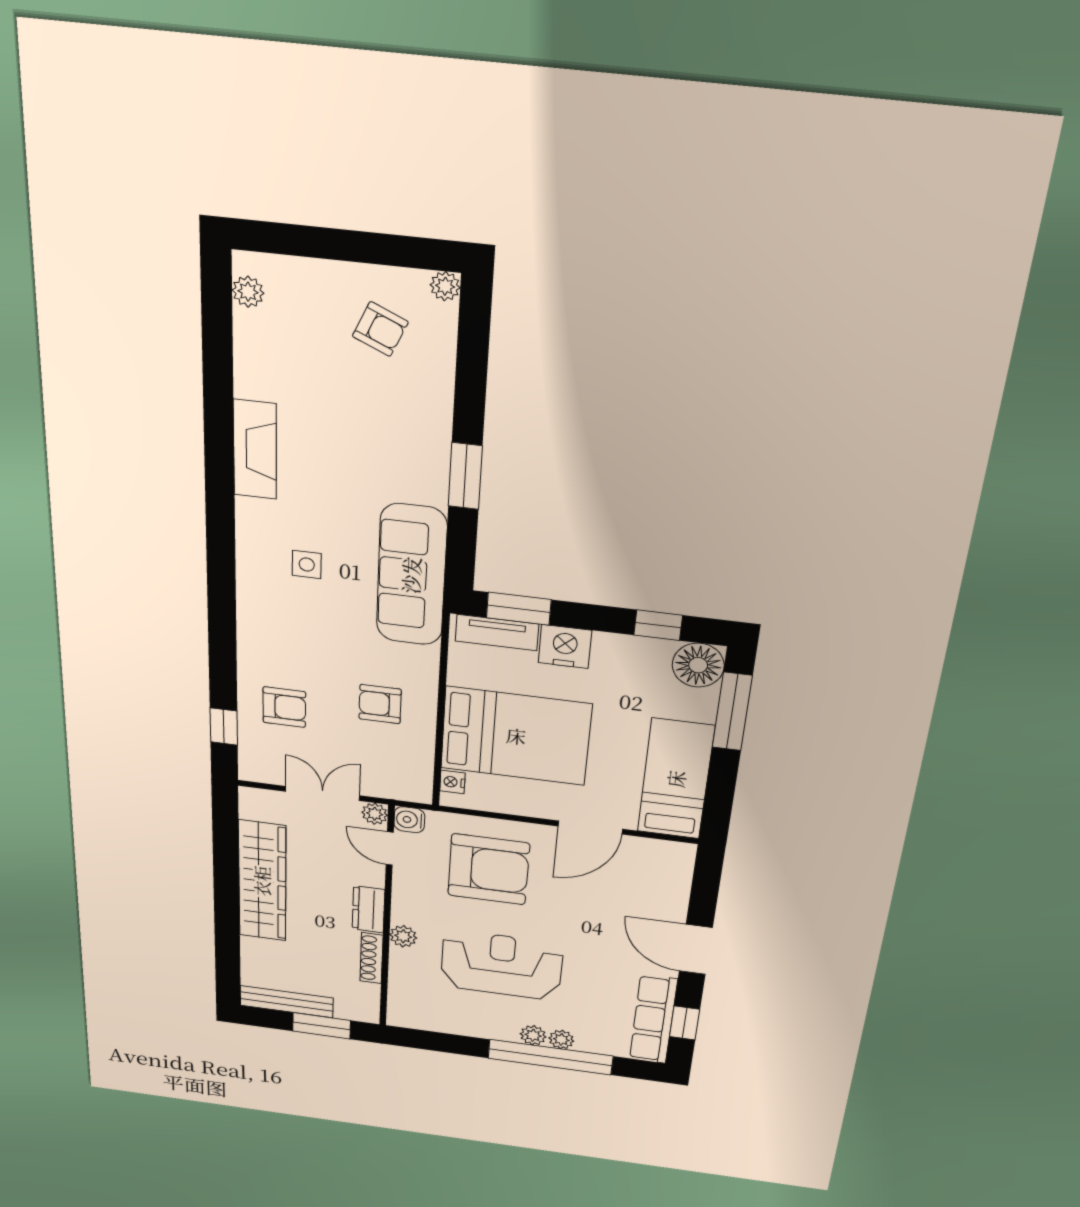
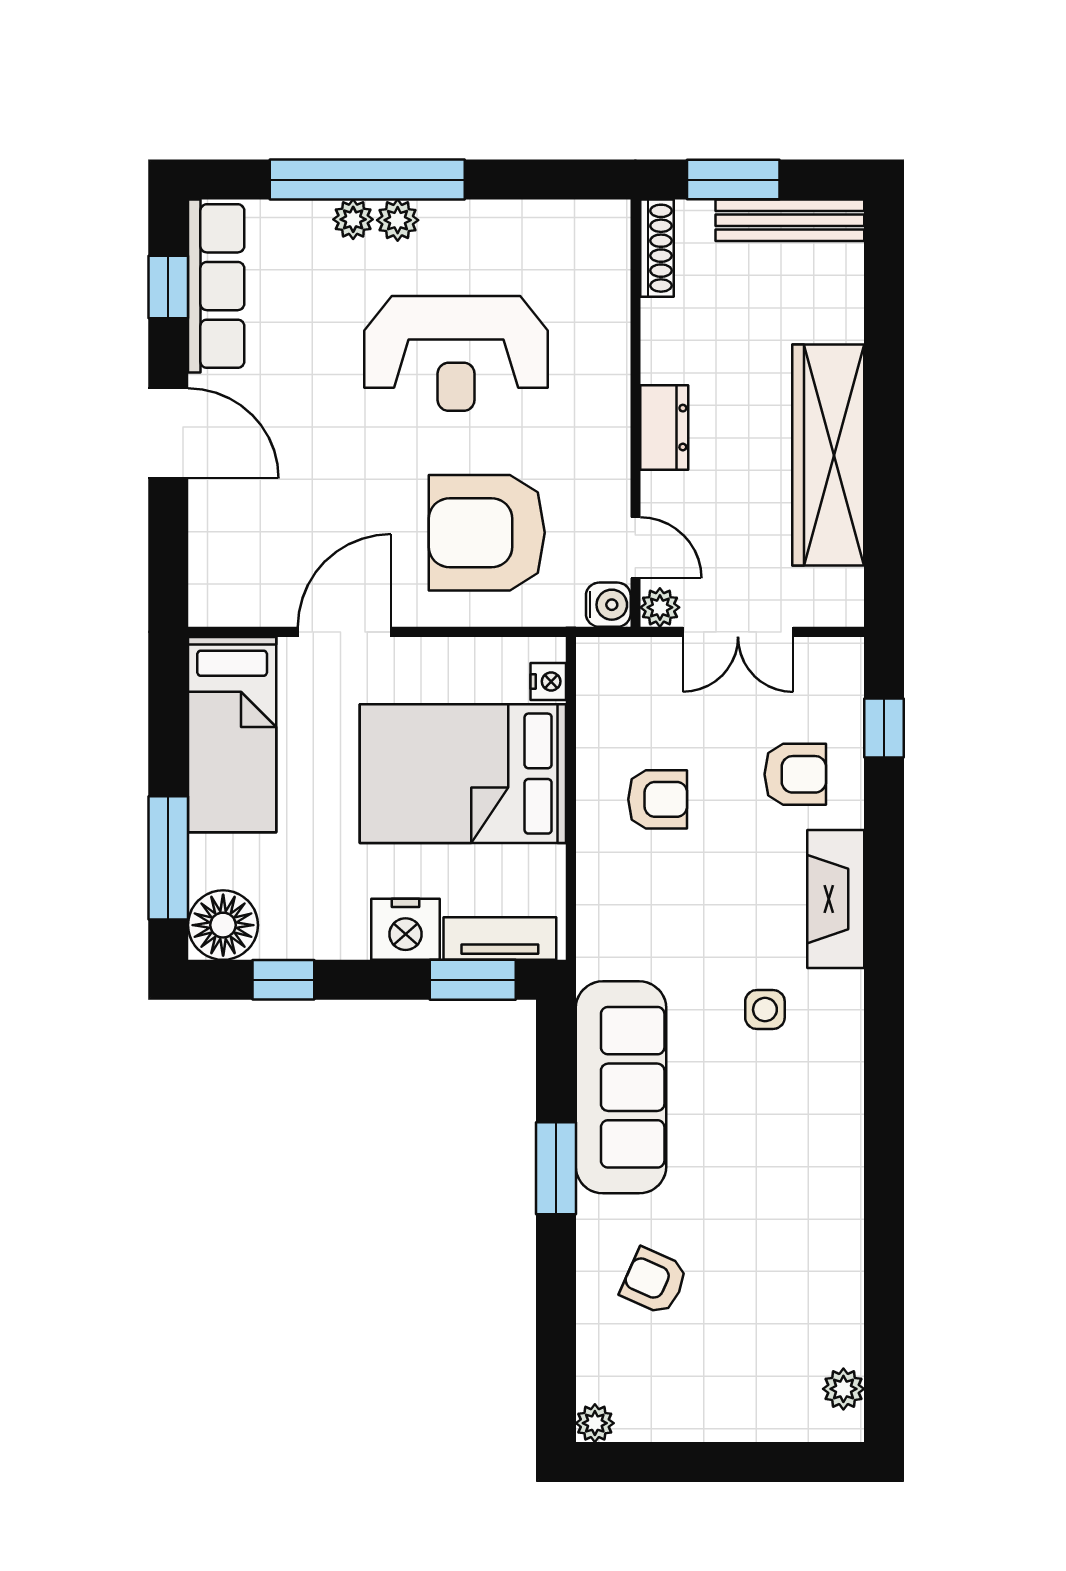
armchair: (380, 329) -> (654, 1281), moved
fireplace: (255, 450) -> (836, 899), moved
sofa: (411, 575) -> (621, 1087), moved
armchair: (284, 707) -> (795, 774), turned 180
plant: (403, 936) -> (609, 384), removed
shoe rack: (371, 958) -> (657, 248), moved

